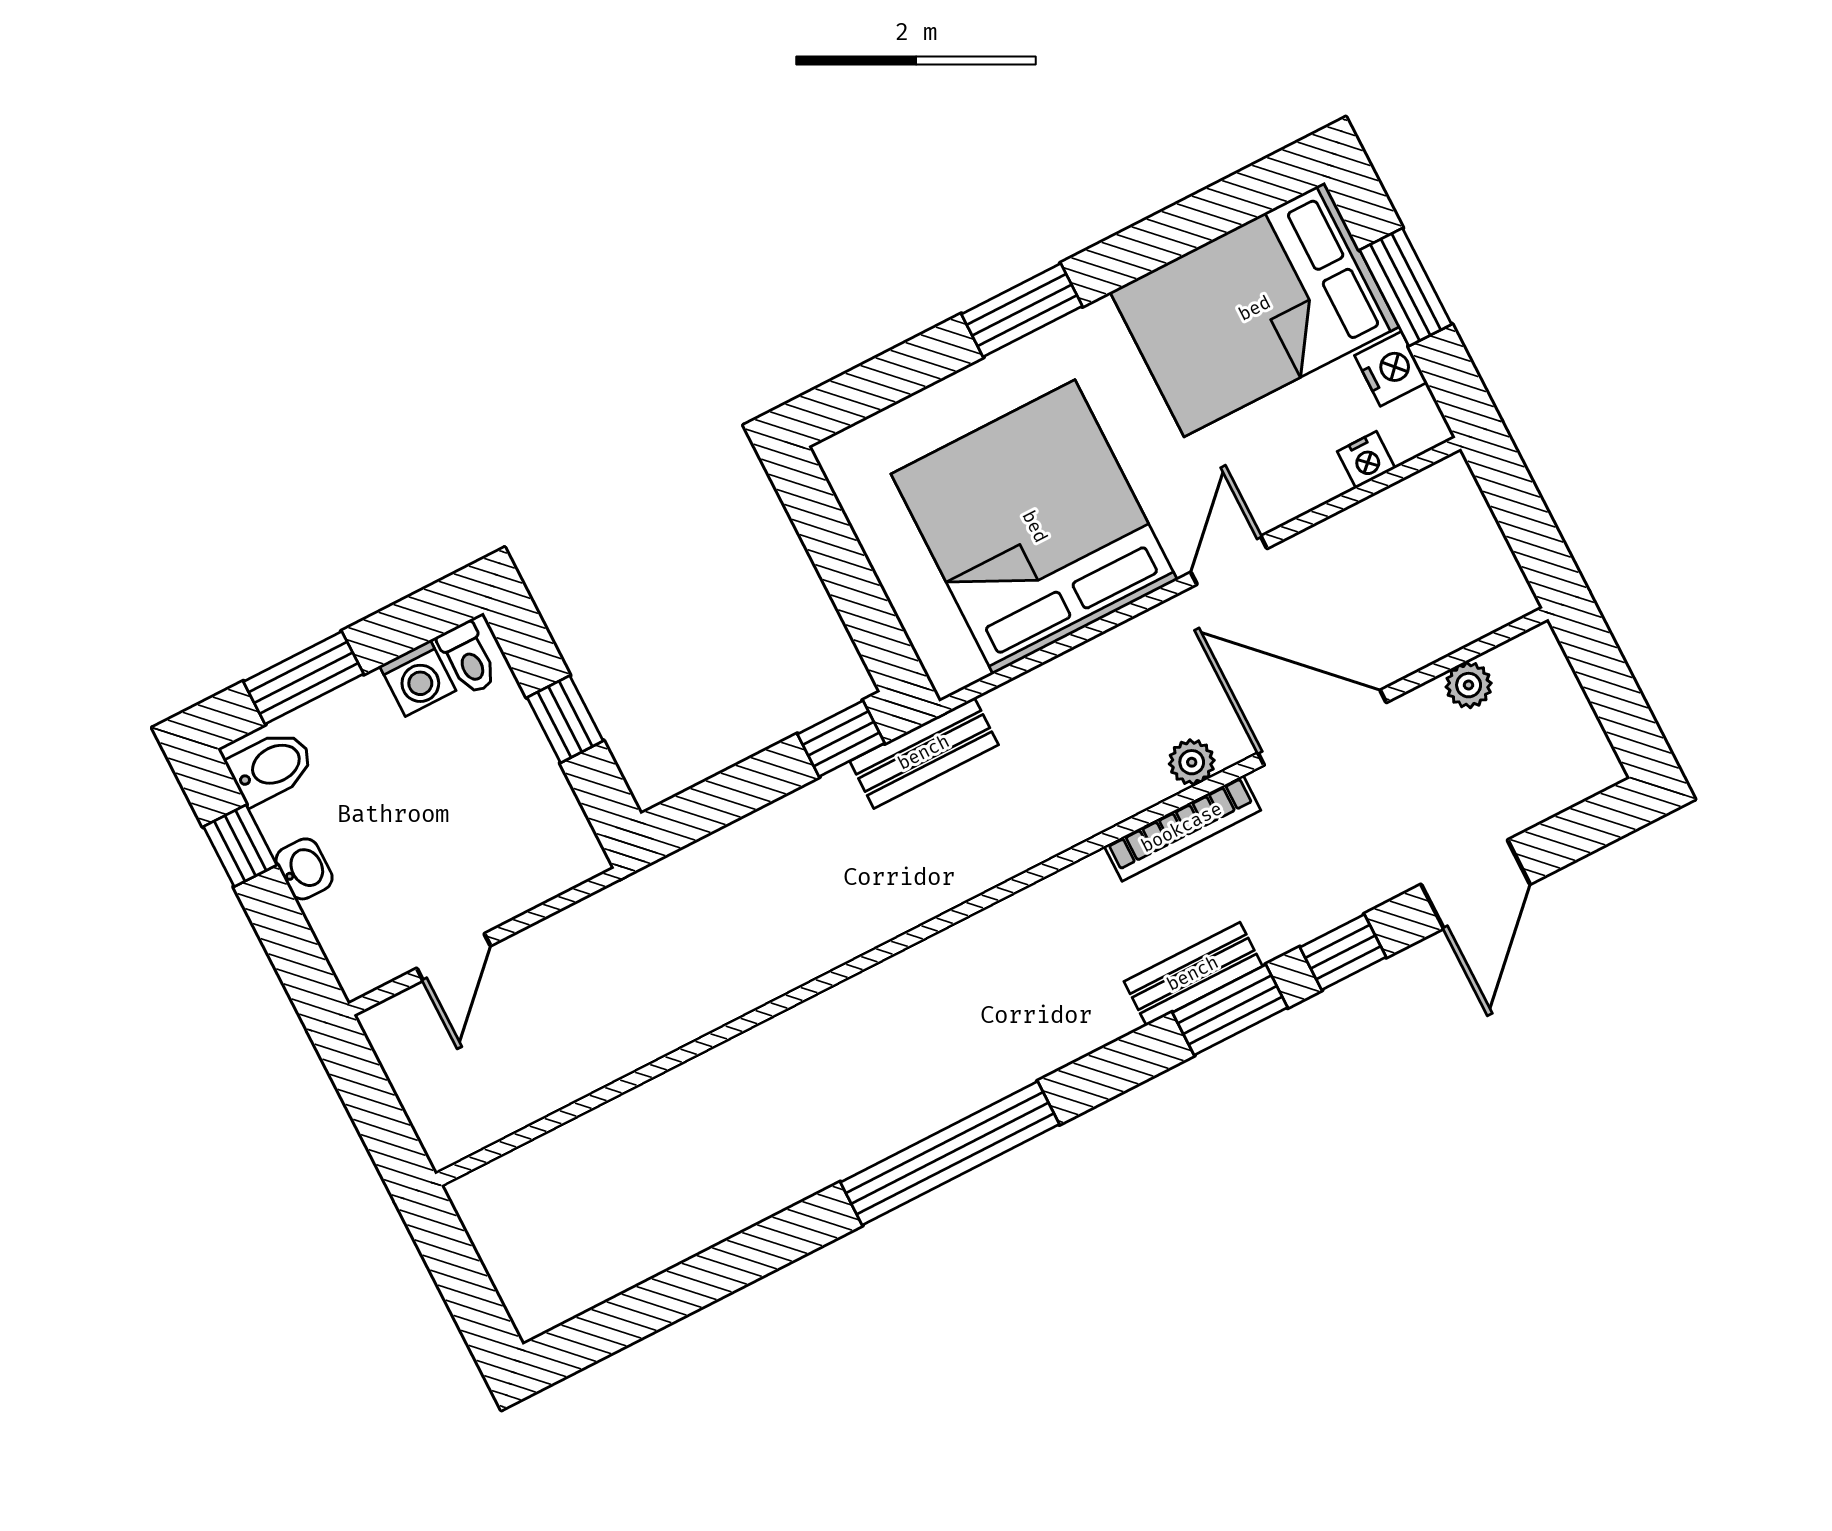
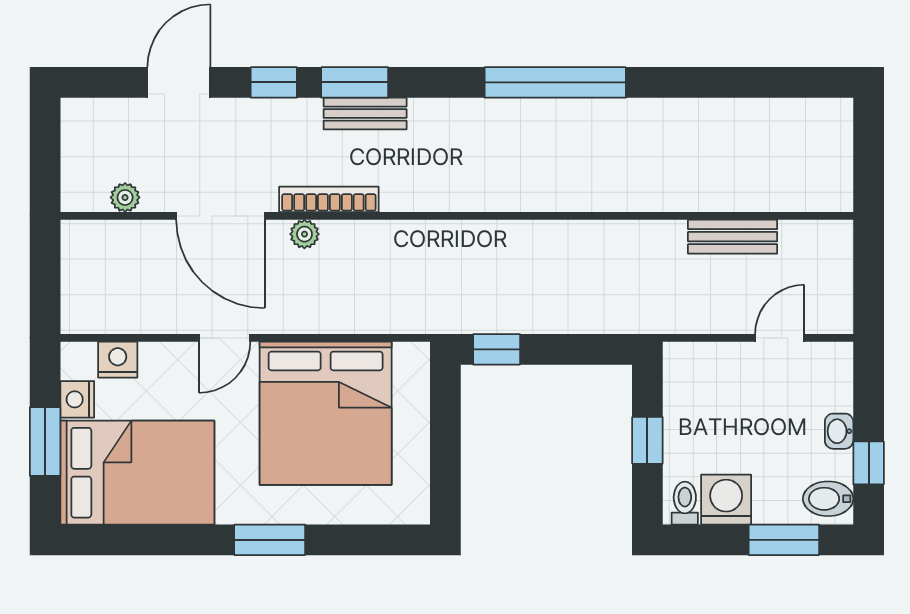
nightstand: (1366, 460) -> (118, 360), width x1.39, depth x1.35
washing machine: (418, 678) -> (726, 500), width x1.38, depth x1.38
bench: (924, 753) -> (733, 237), moved

